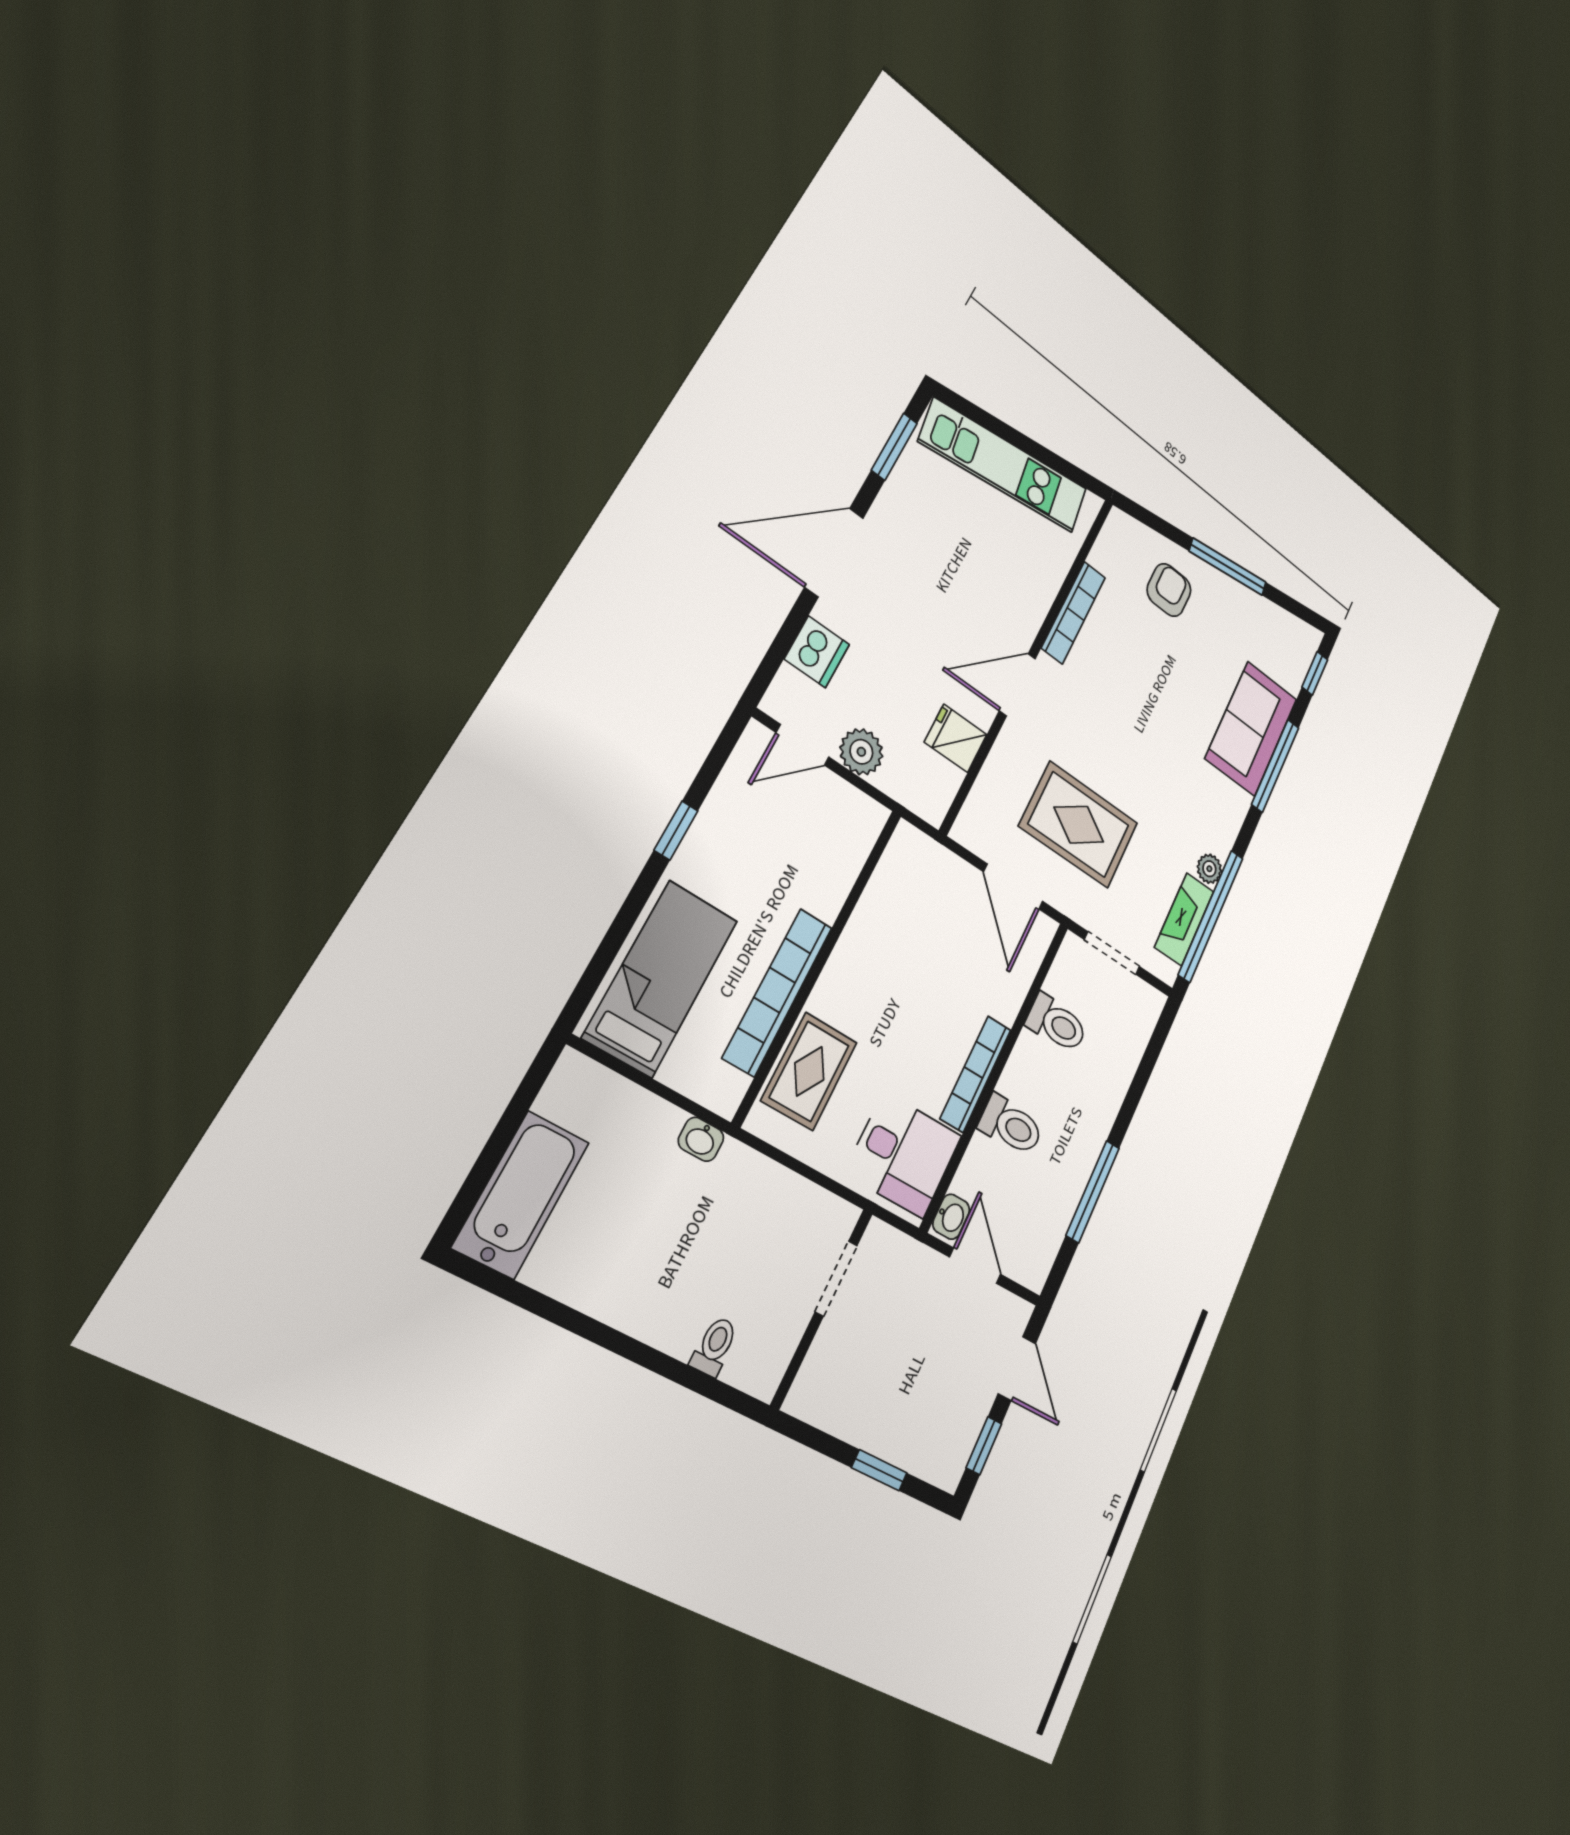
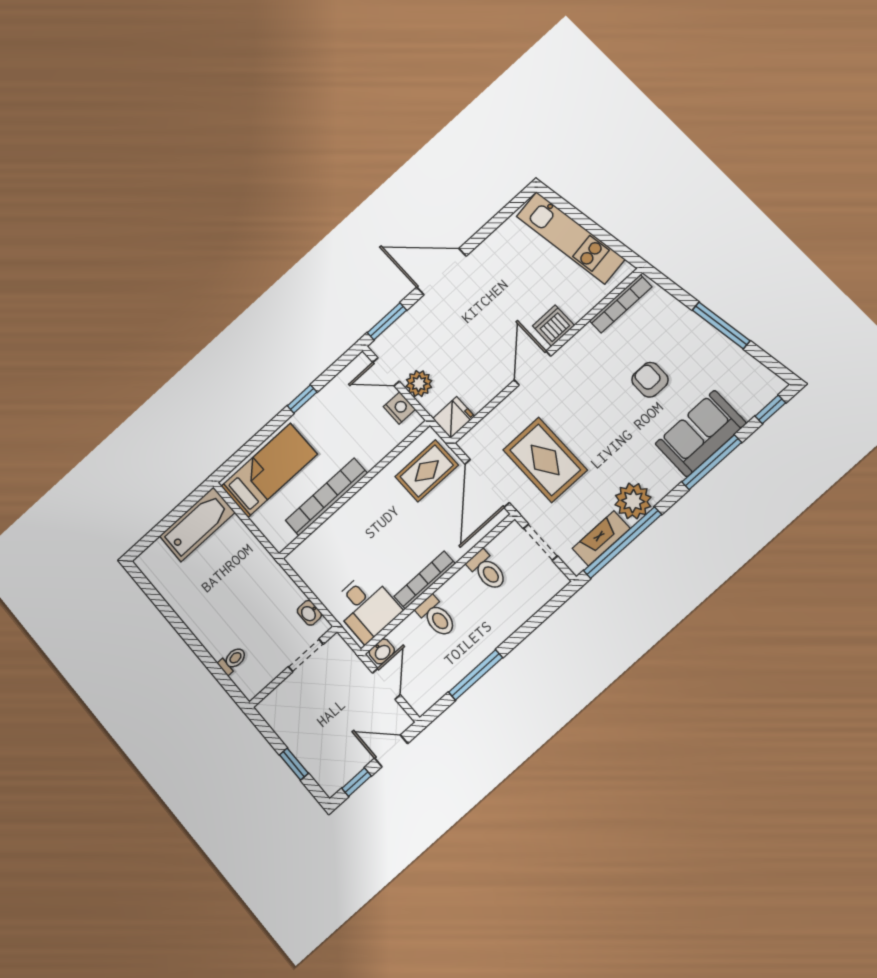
window: (894, 447) -> (387, 321), moved
armchair: (1169, 590) -> (650, 380), moved, turned -90
bookcase: (1073, 613) -> (621, 304), moved
dishwasher: (817, 652) -> (553, 326), moved, turned 180
door: (1017, 685) -> (533, 368), hinge flipped
fridge: (956, 738) -> (454, 417), moved, turned 90
nightstand: (845, 802) -> (399, 408), added
plant: (1209, 869) -> (633, 501), width x1.87, depth x1.87
door: (1013, 887) -> (487, 483), width x1.36
rug: (809, 1071) -> (427, 471), moved
washbasin: (701, 1139) -> (309, 613), moved
bathtub: (521, 1195) -> (197, 524), moved
door: (1017, 1369) -> (391, 751), swing flipped

